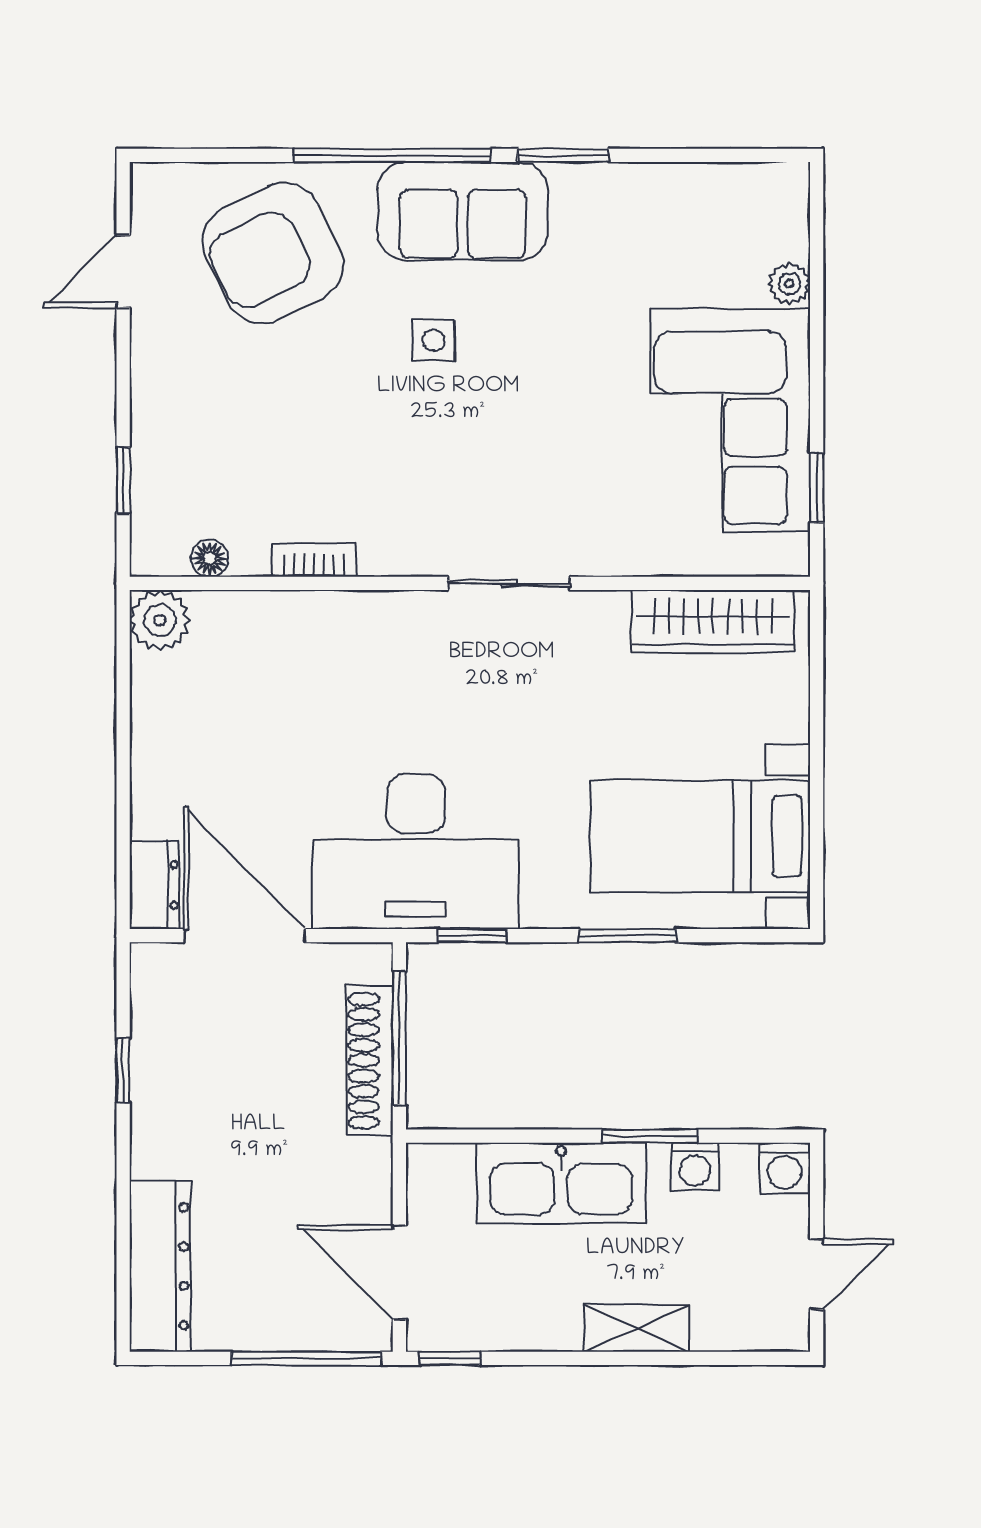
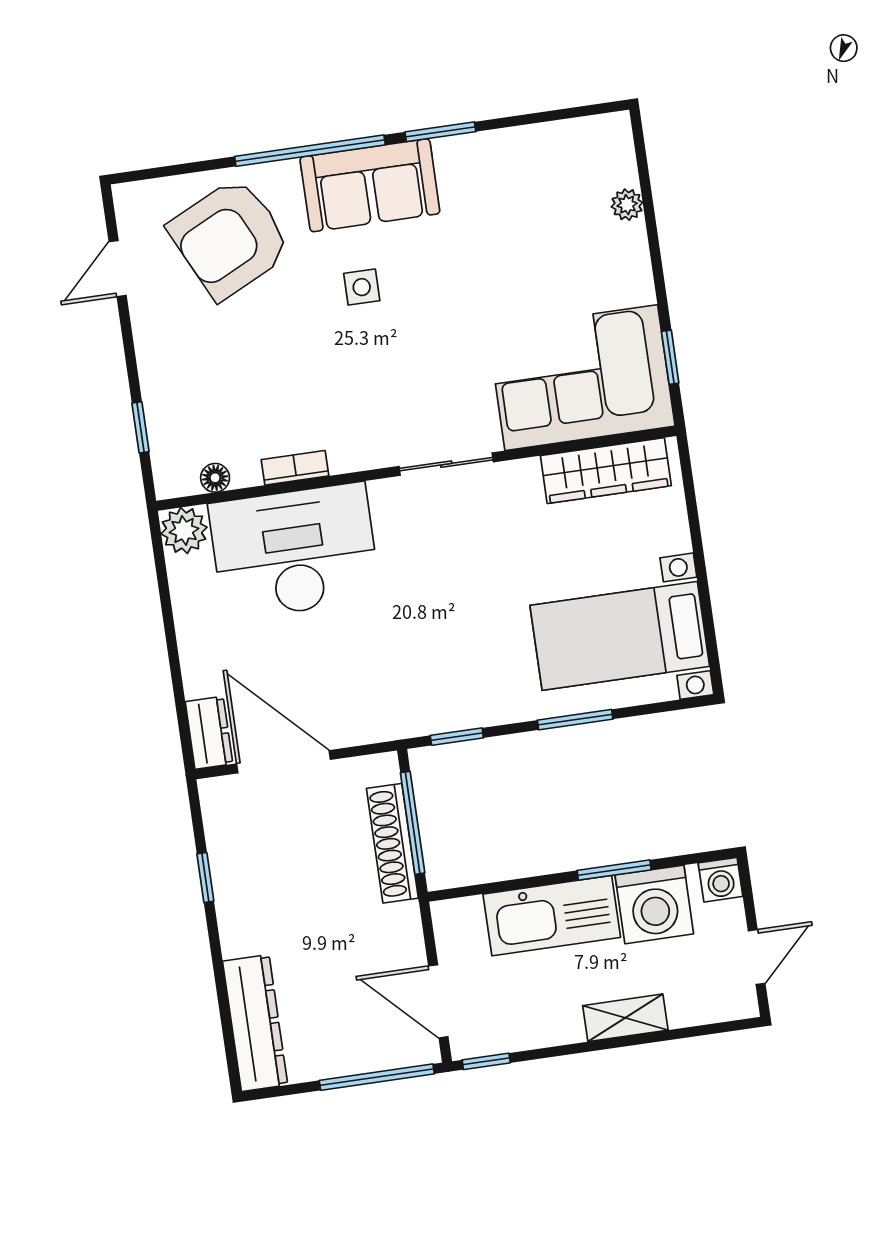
corner sofa: (731, 420) -> (581, 378), moved, turned 90
desk: (416, 852) -> (294, 551), moved, turned 180
washing machine: (695, 1167) -> (654, 904), width x1.89, depth x1.89

